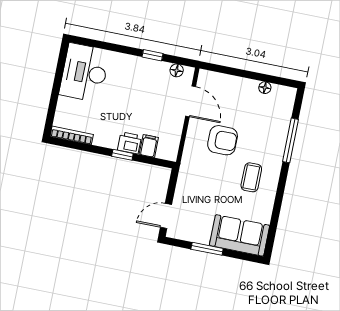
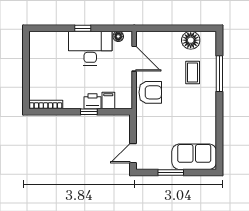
window: (152, 55) -> (83, 28), moved
desk: (84, 73) -> (90, 48), moved, turned 90
floor lamp: (265, 88) -> (191, 40), width x1.89, depth x1.89
armchair: (223, 140) -> (150, 92), moved
coffee table: (251, 177) -> (193, 73), moved

